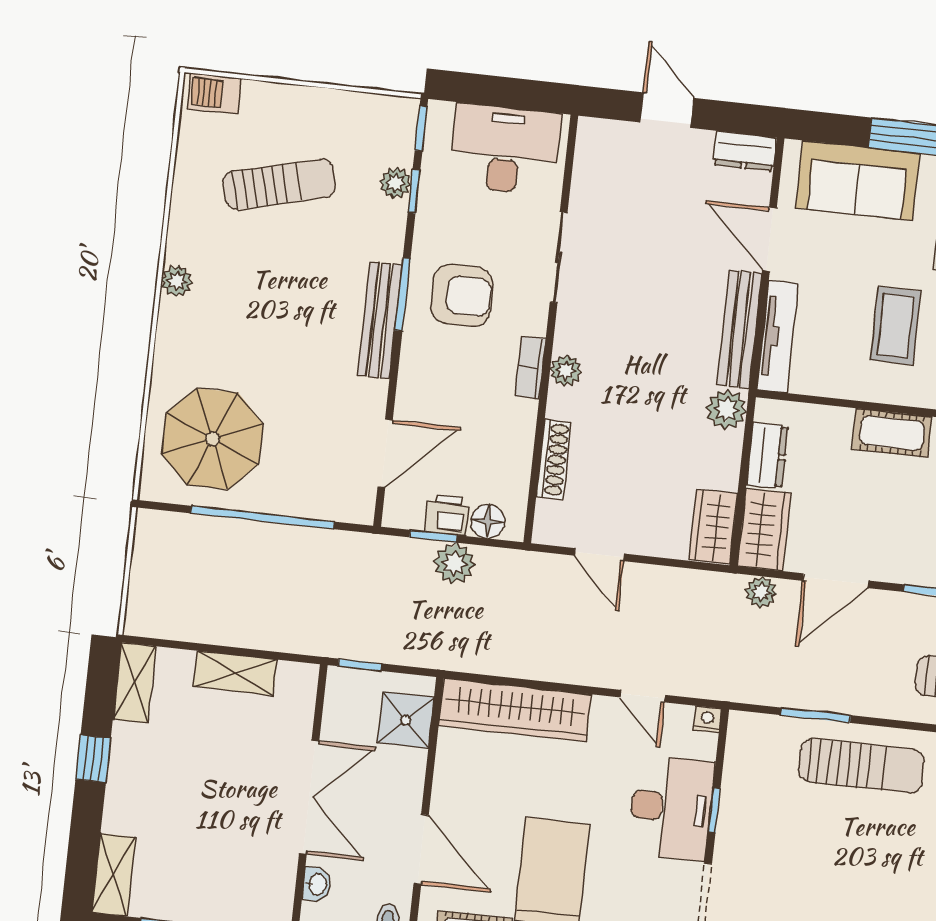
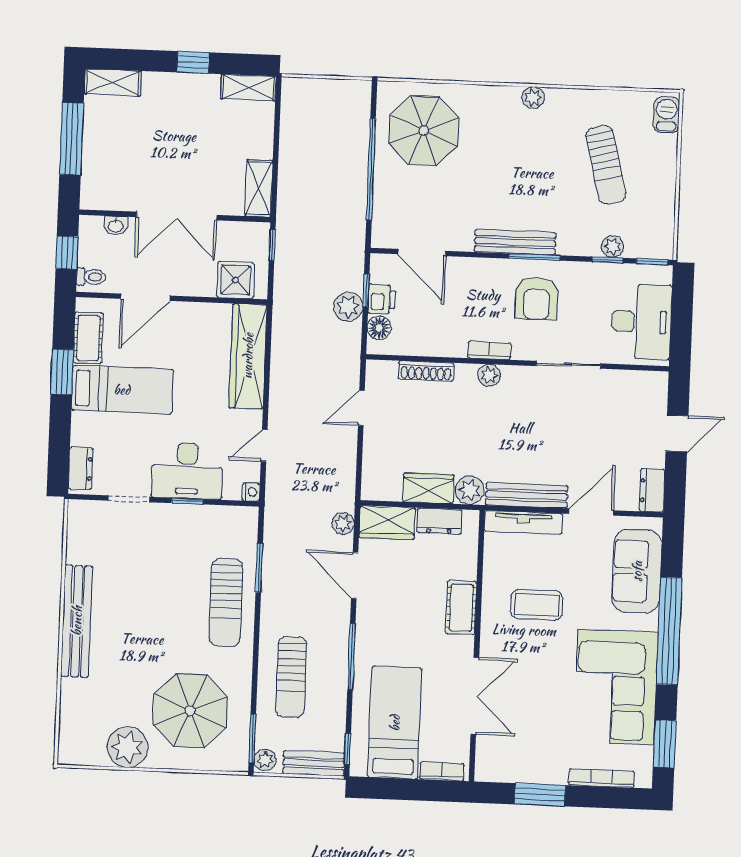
wardrobe: (713, 527) -> (428, 488), moved
shelving: (235, 673) -> (259, 188), moved

